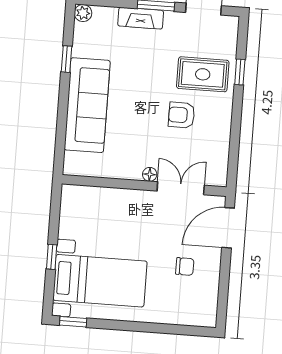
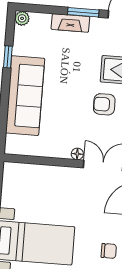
chair: (185, 266) -> (109, 251), moved

